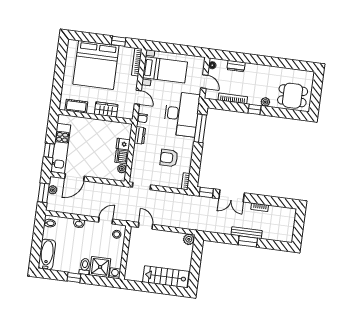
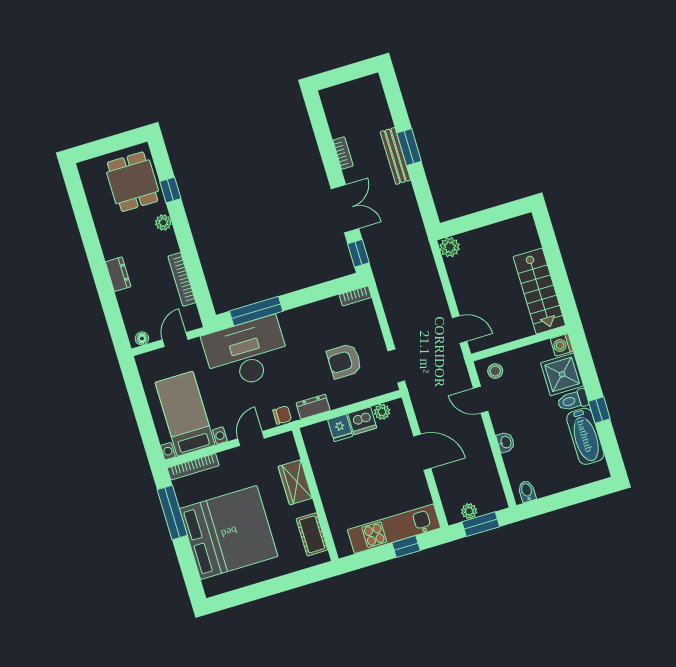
window: (119, 41) -> (172, 512), width x2.17
dresser: (236, 66) -> (118, 274), moved
window: (255, 109) -> (170, 190), moved
armchair: (169, 158) -> (344, 361), moved, turned 90
door: (74, 177) -> (422, 452), moved
door: (145, 226) -> (460, 329), swing flipped
bathtub: (47, 254) -> (585, 436), moved, turned -90
stairs: (166, 277) -> (539, 291), moved

